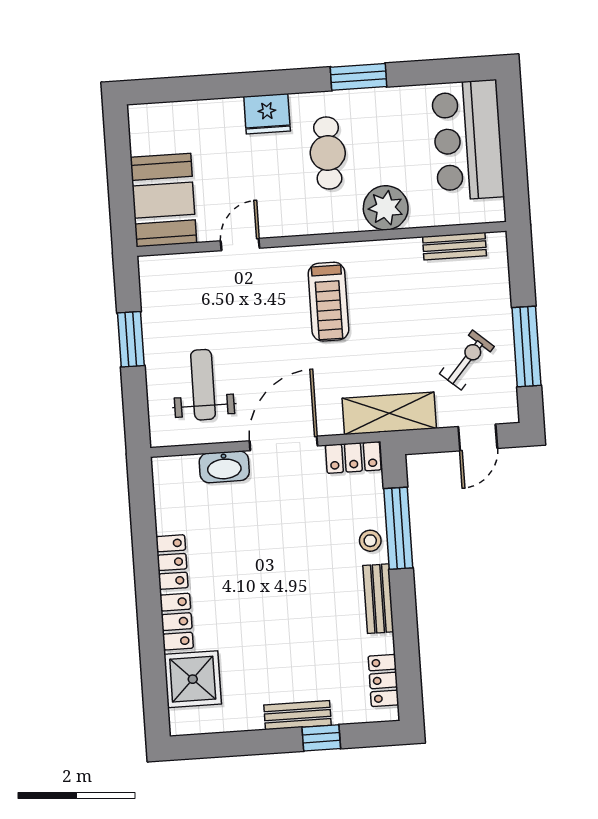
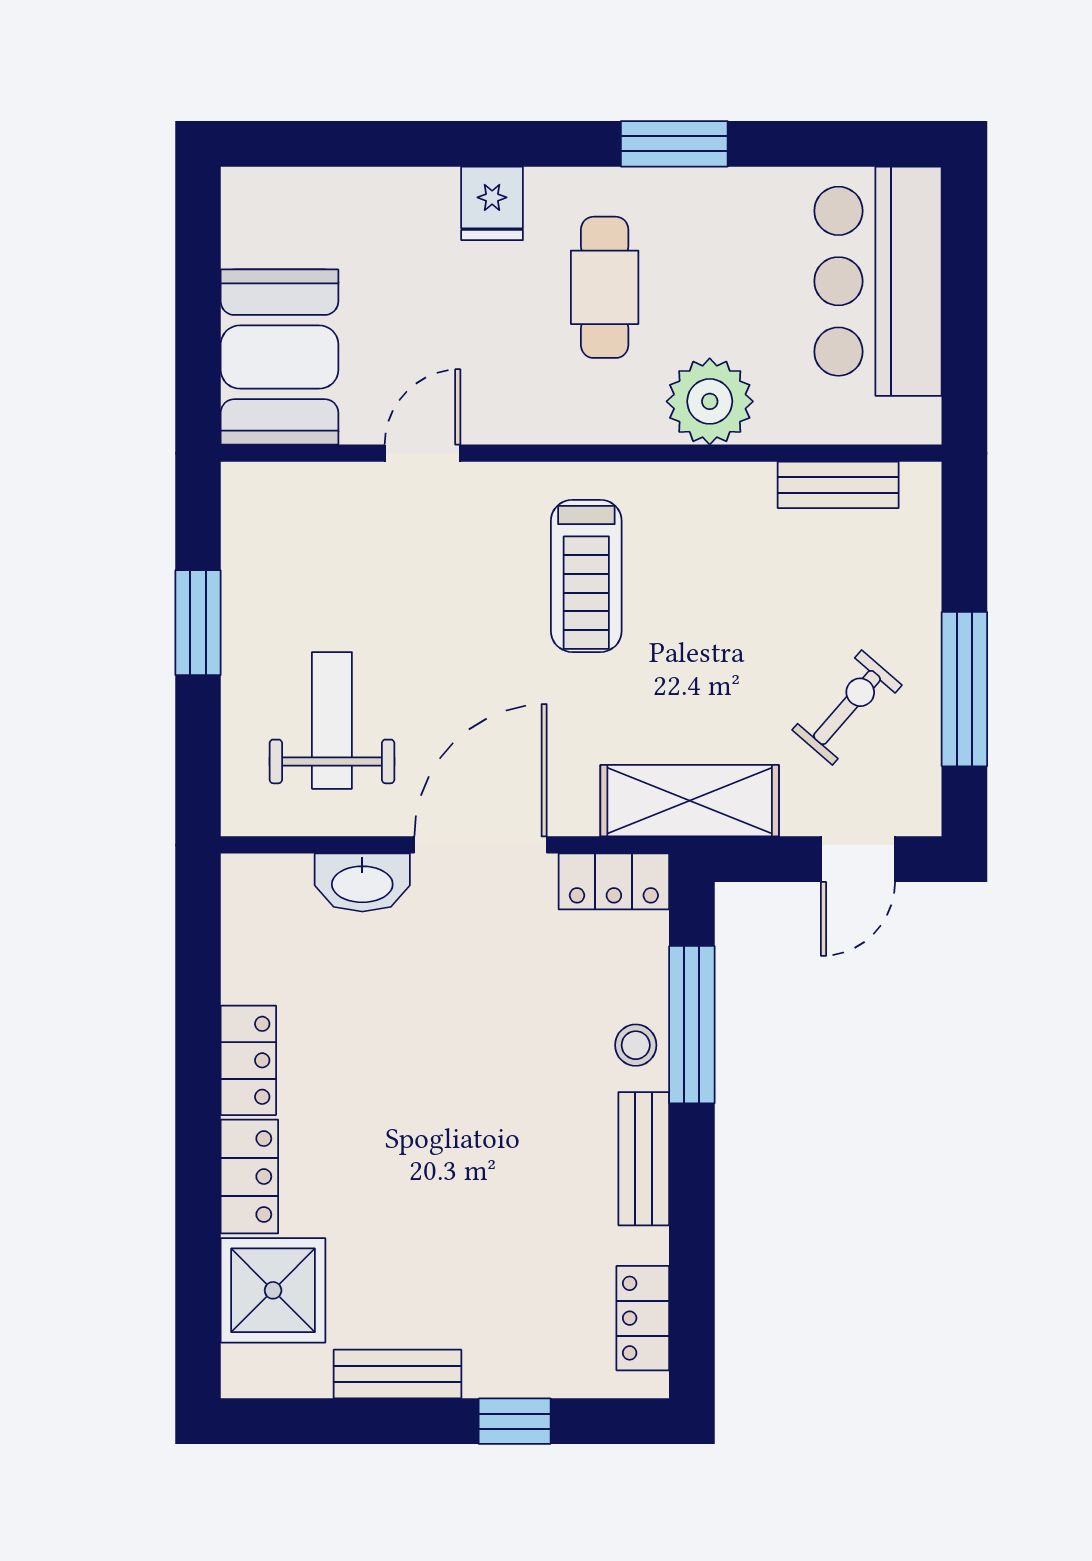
fridge: (267, 114) -> (492, 203), width x0.72
bench: (298, 715) -> (397, 1374), moved

